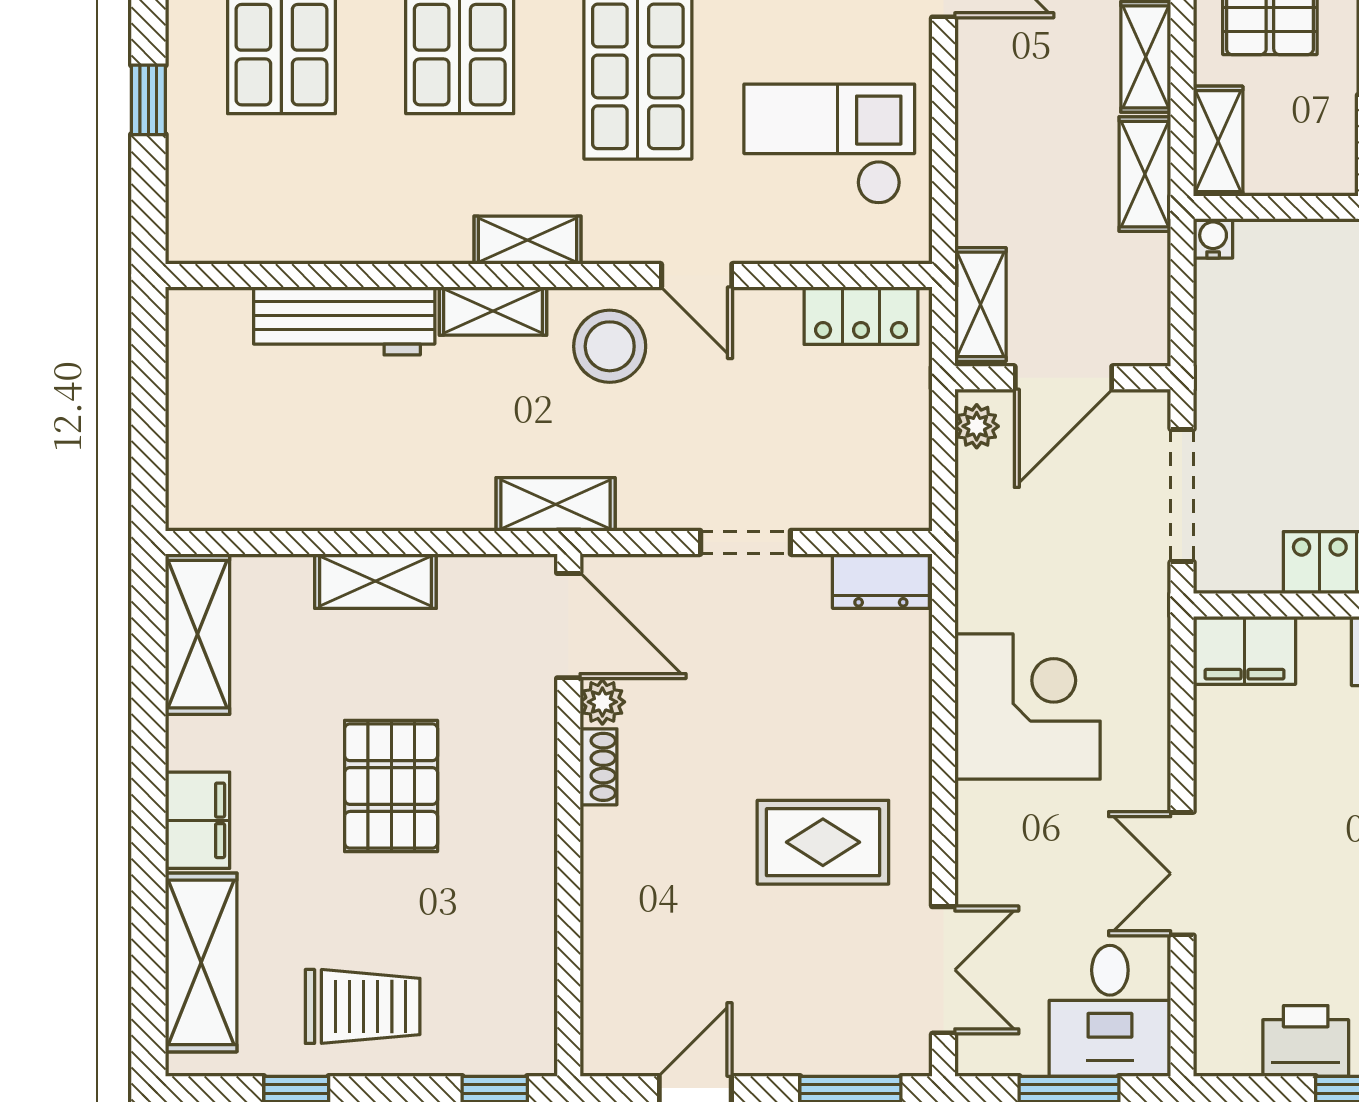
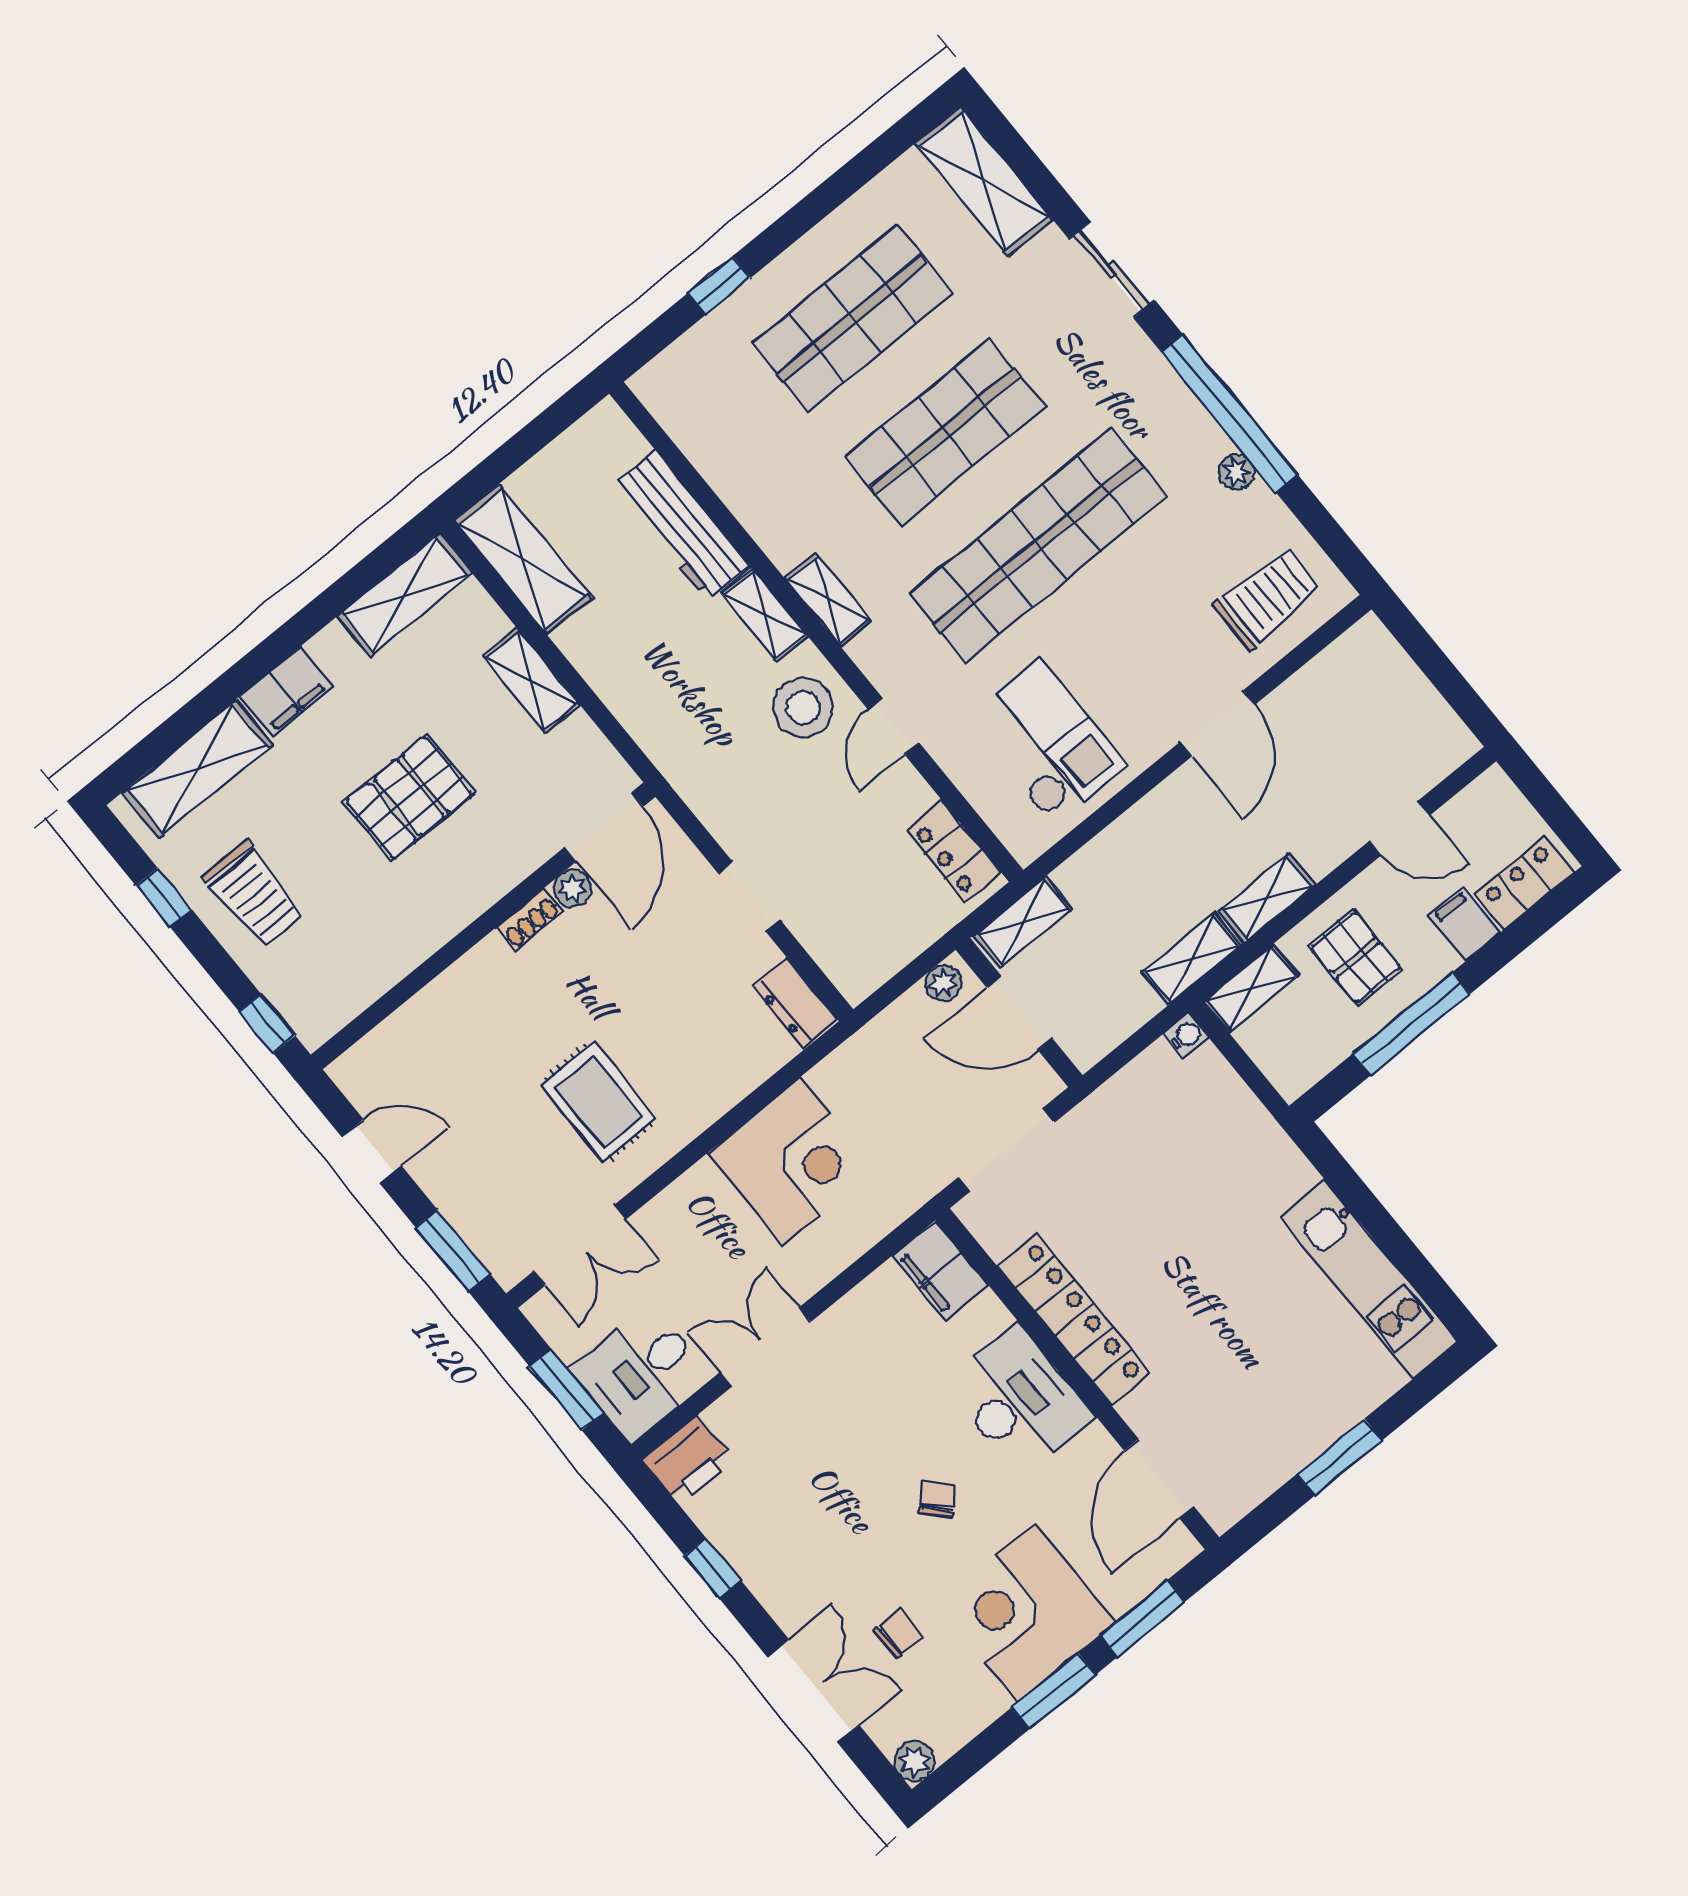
shelving: (556, 504) -> (523, 559), moved, width x1.50, depth x1.33
printer: (1306, 1041) -> (688, 1460), moved, turned 90

